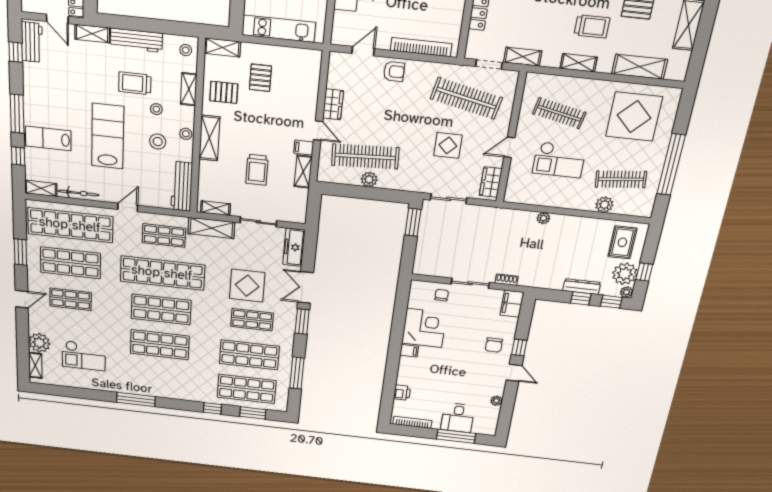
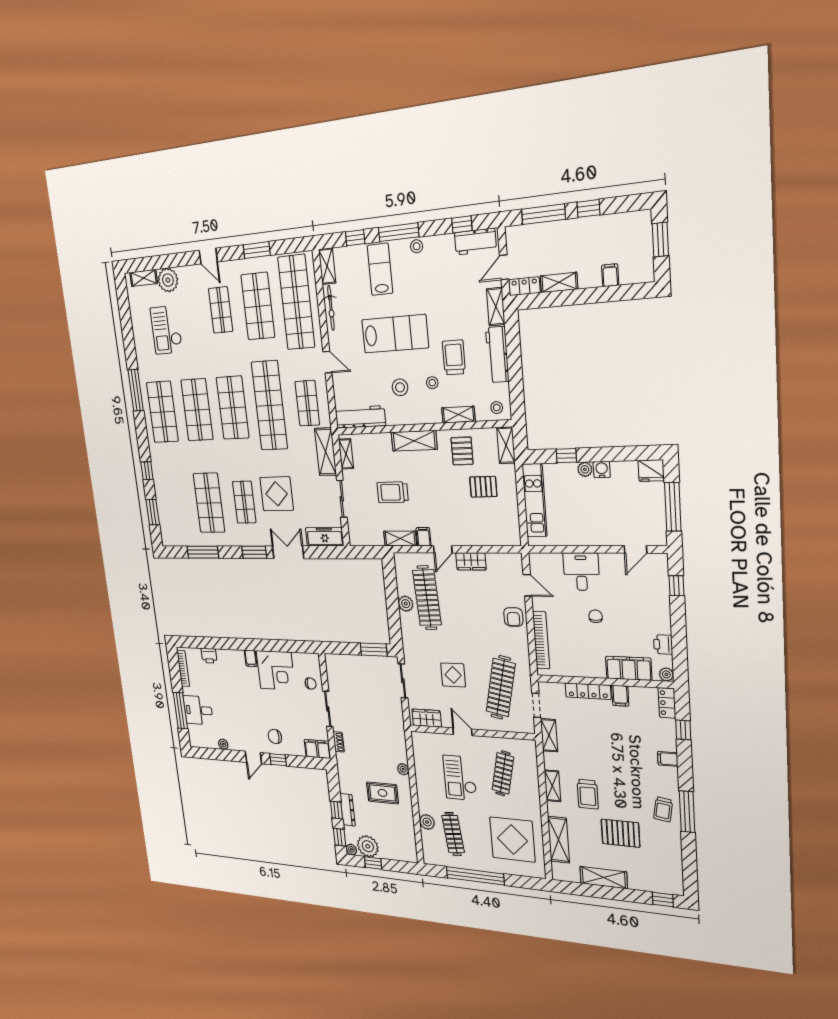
stool: (186, 134) -> (417, 246), moved
rug: (622, 242) -> (382, 793), moved
shop shelf: (247, 389) -> (162, 412), moved

